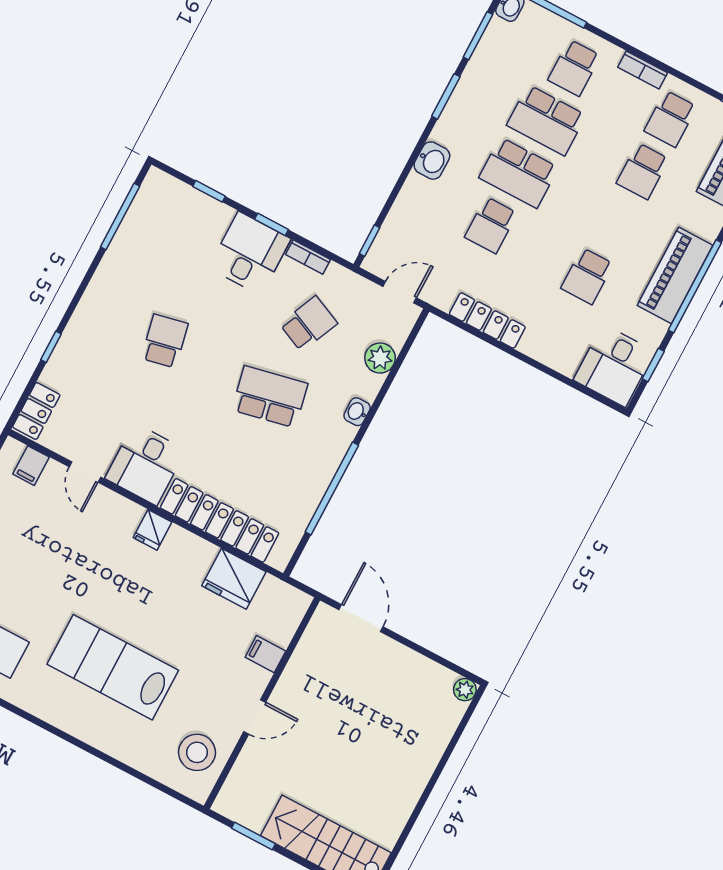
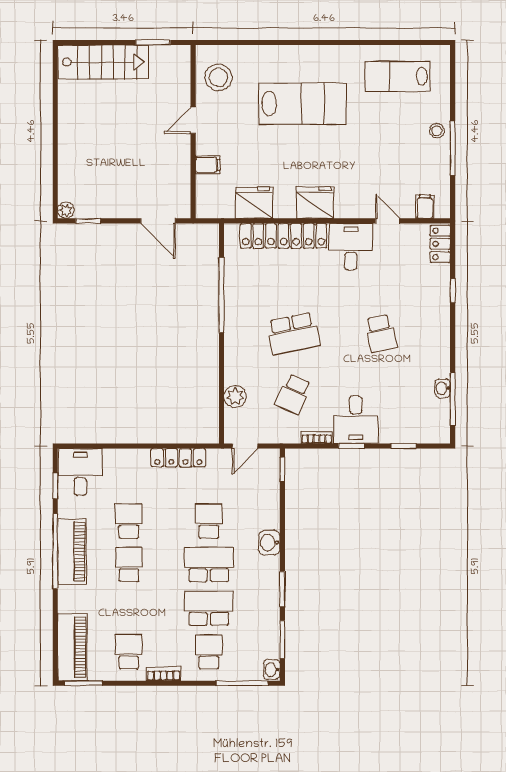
school desk: (643, 171) -> (129, 565), moved
washbasin: (357, 412) -> (443, 388), moved, turned 180
fridge: (153, 530) -> (315, 203), width x1.88, depth x1.34
window: (445, 663) -> (88, 221), added

